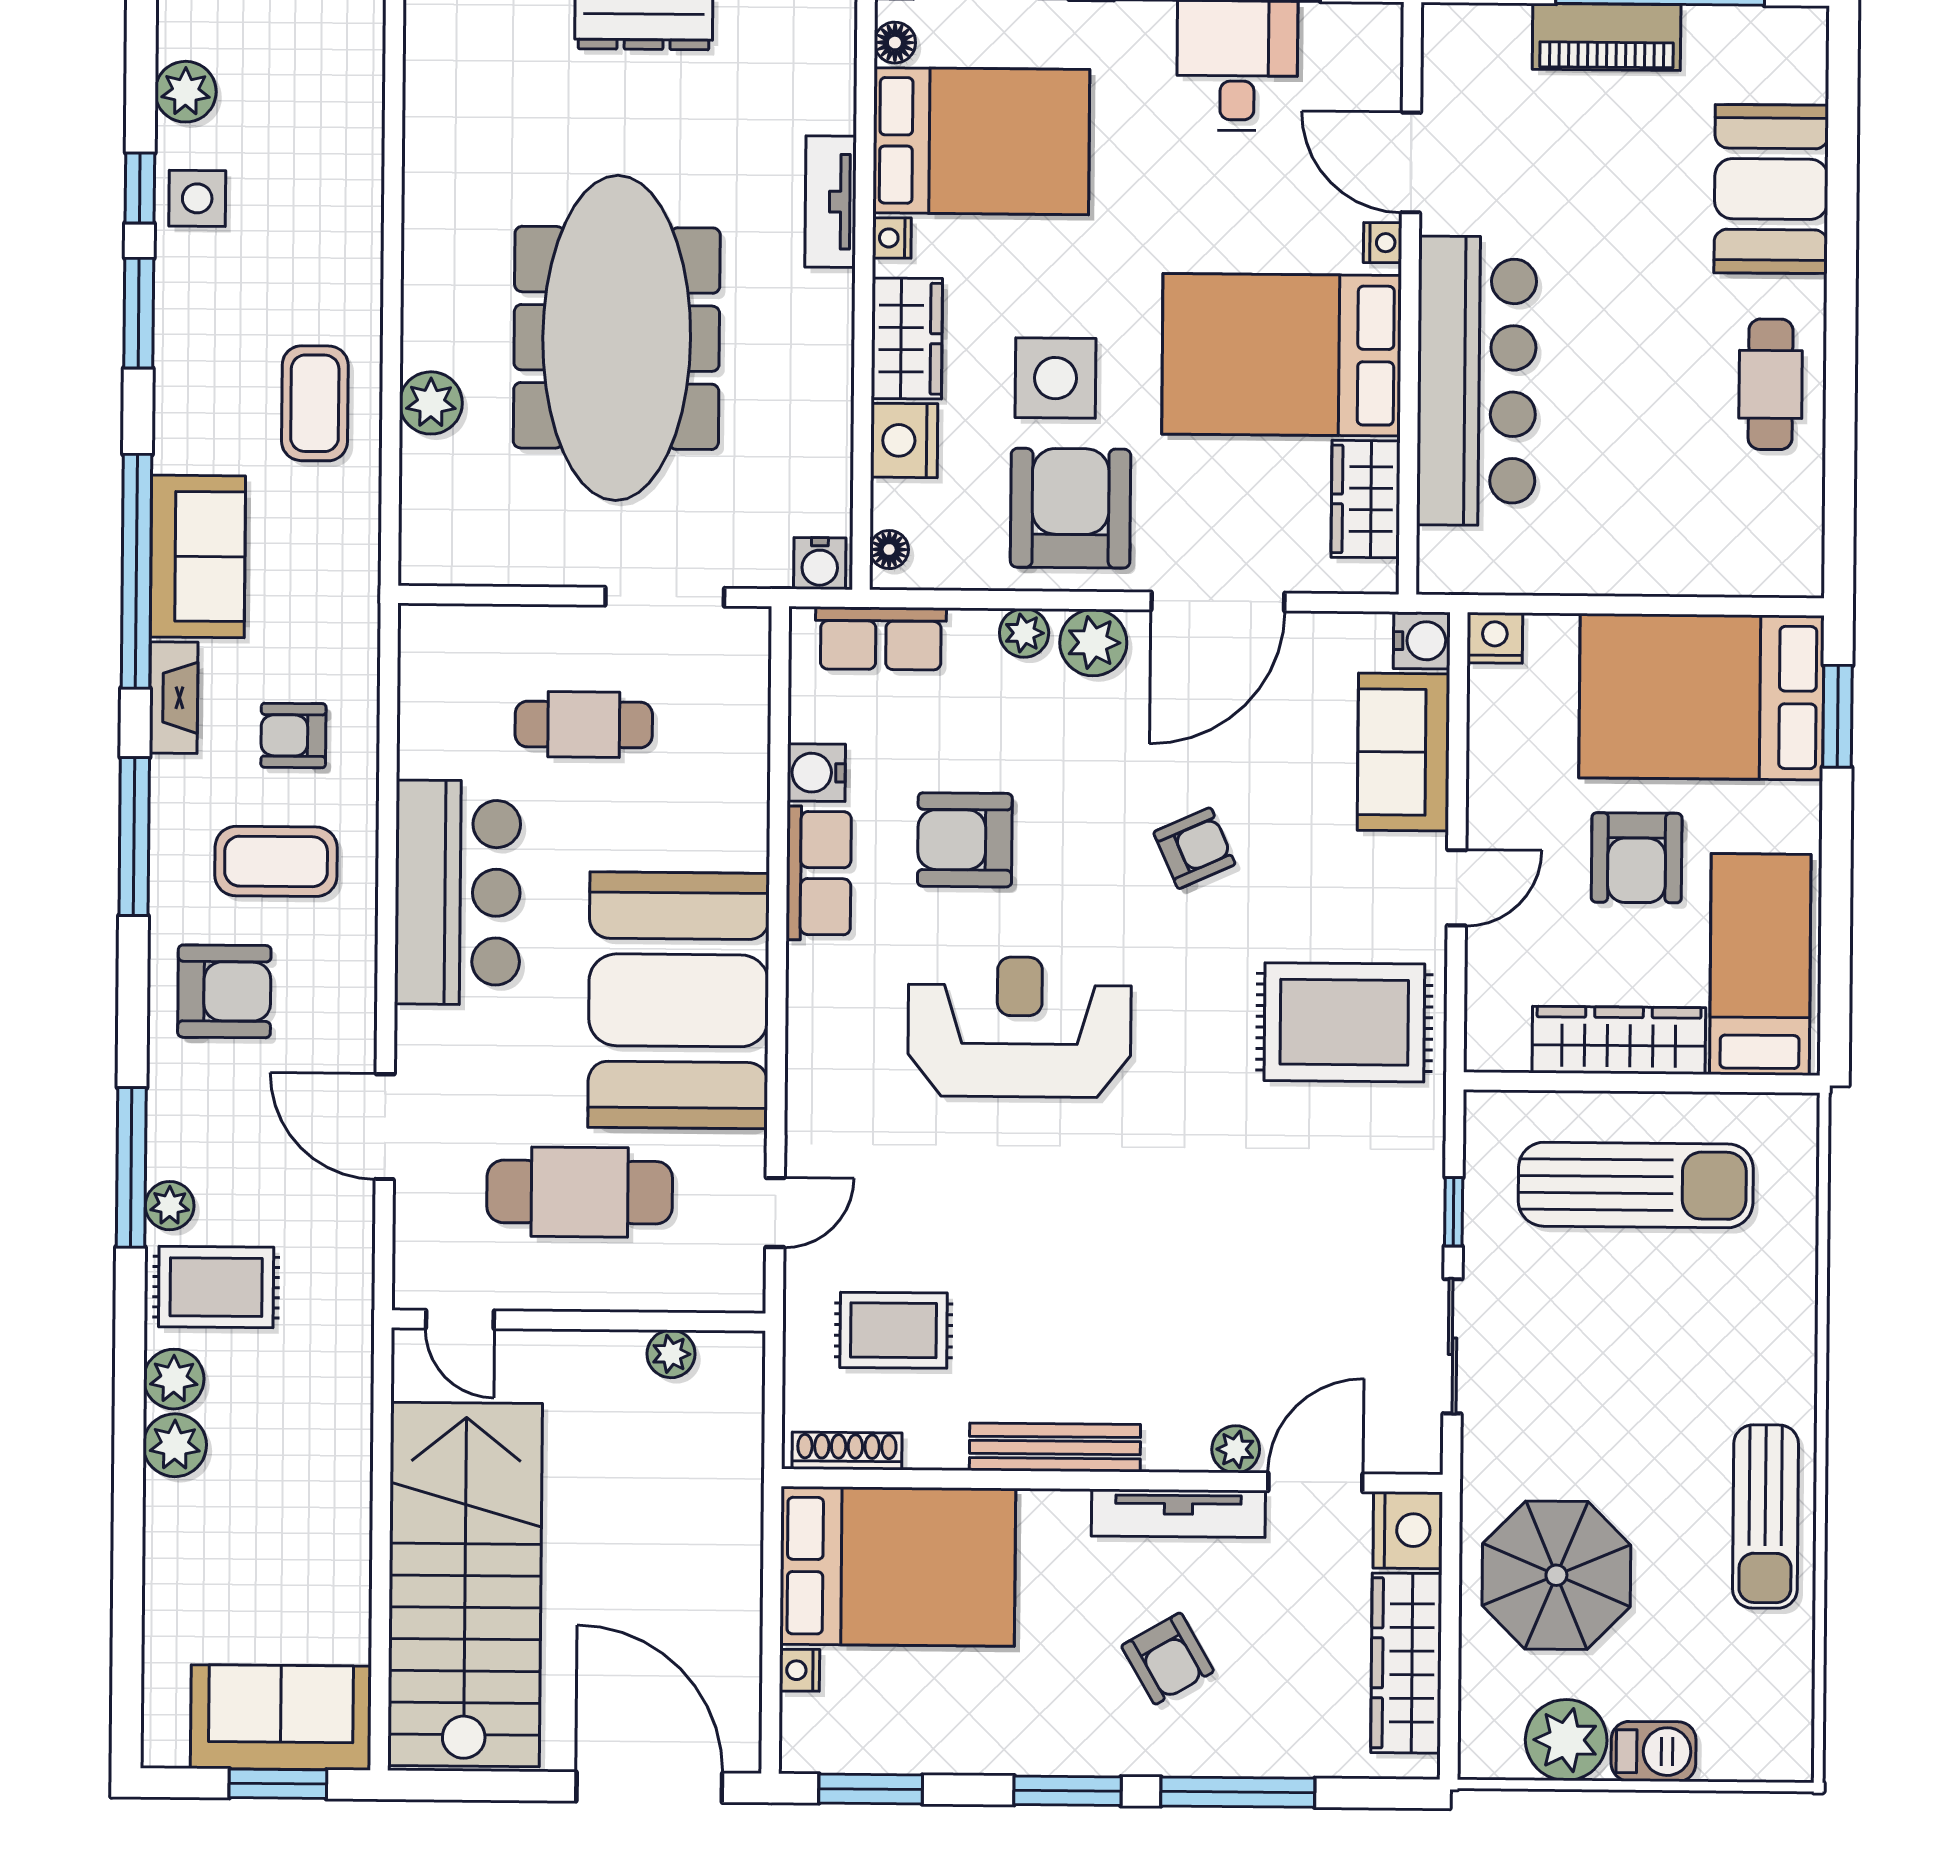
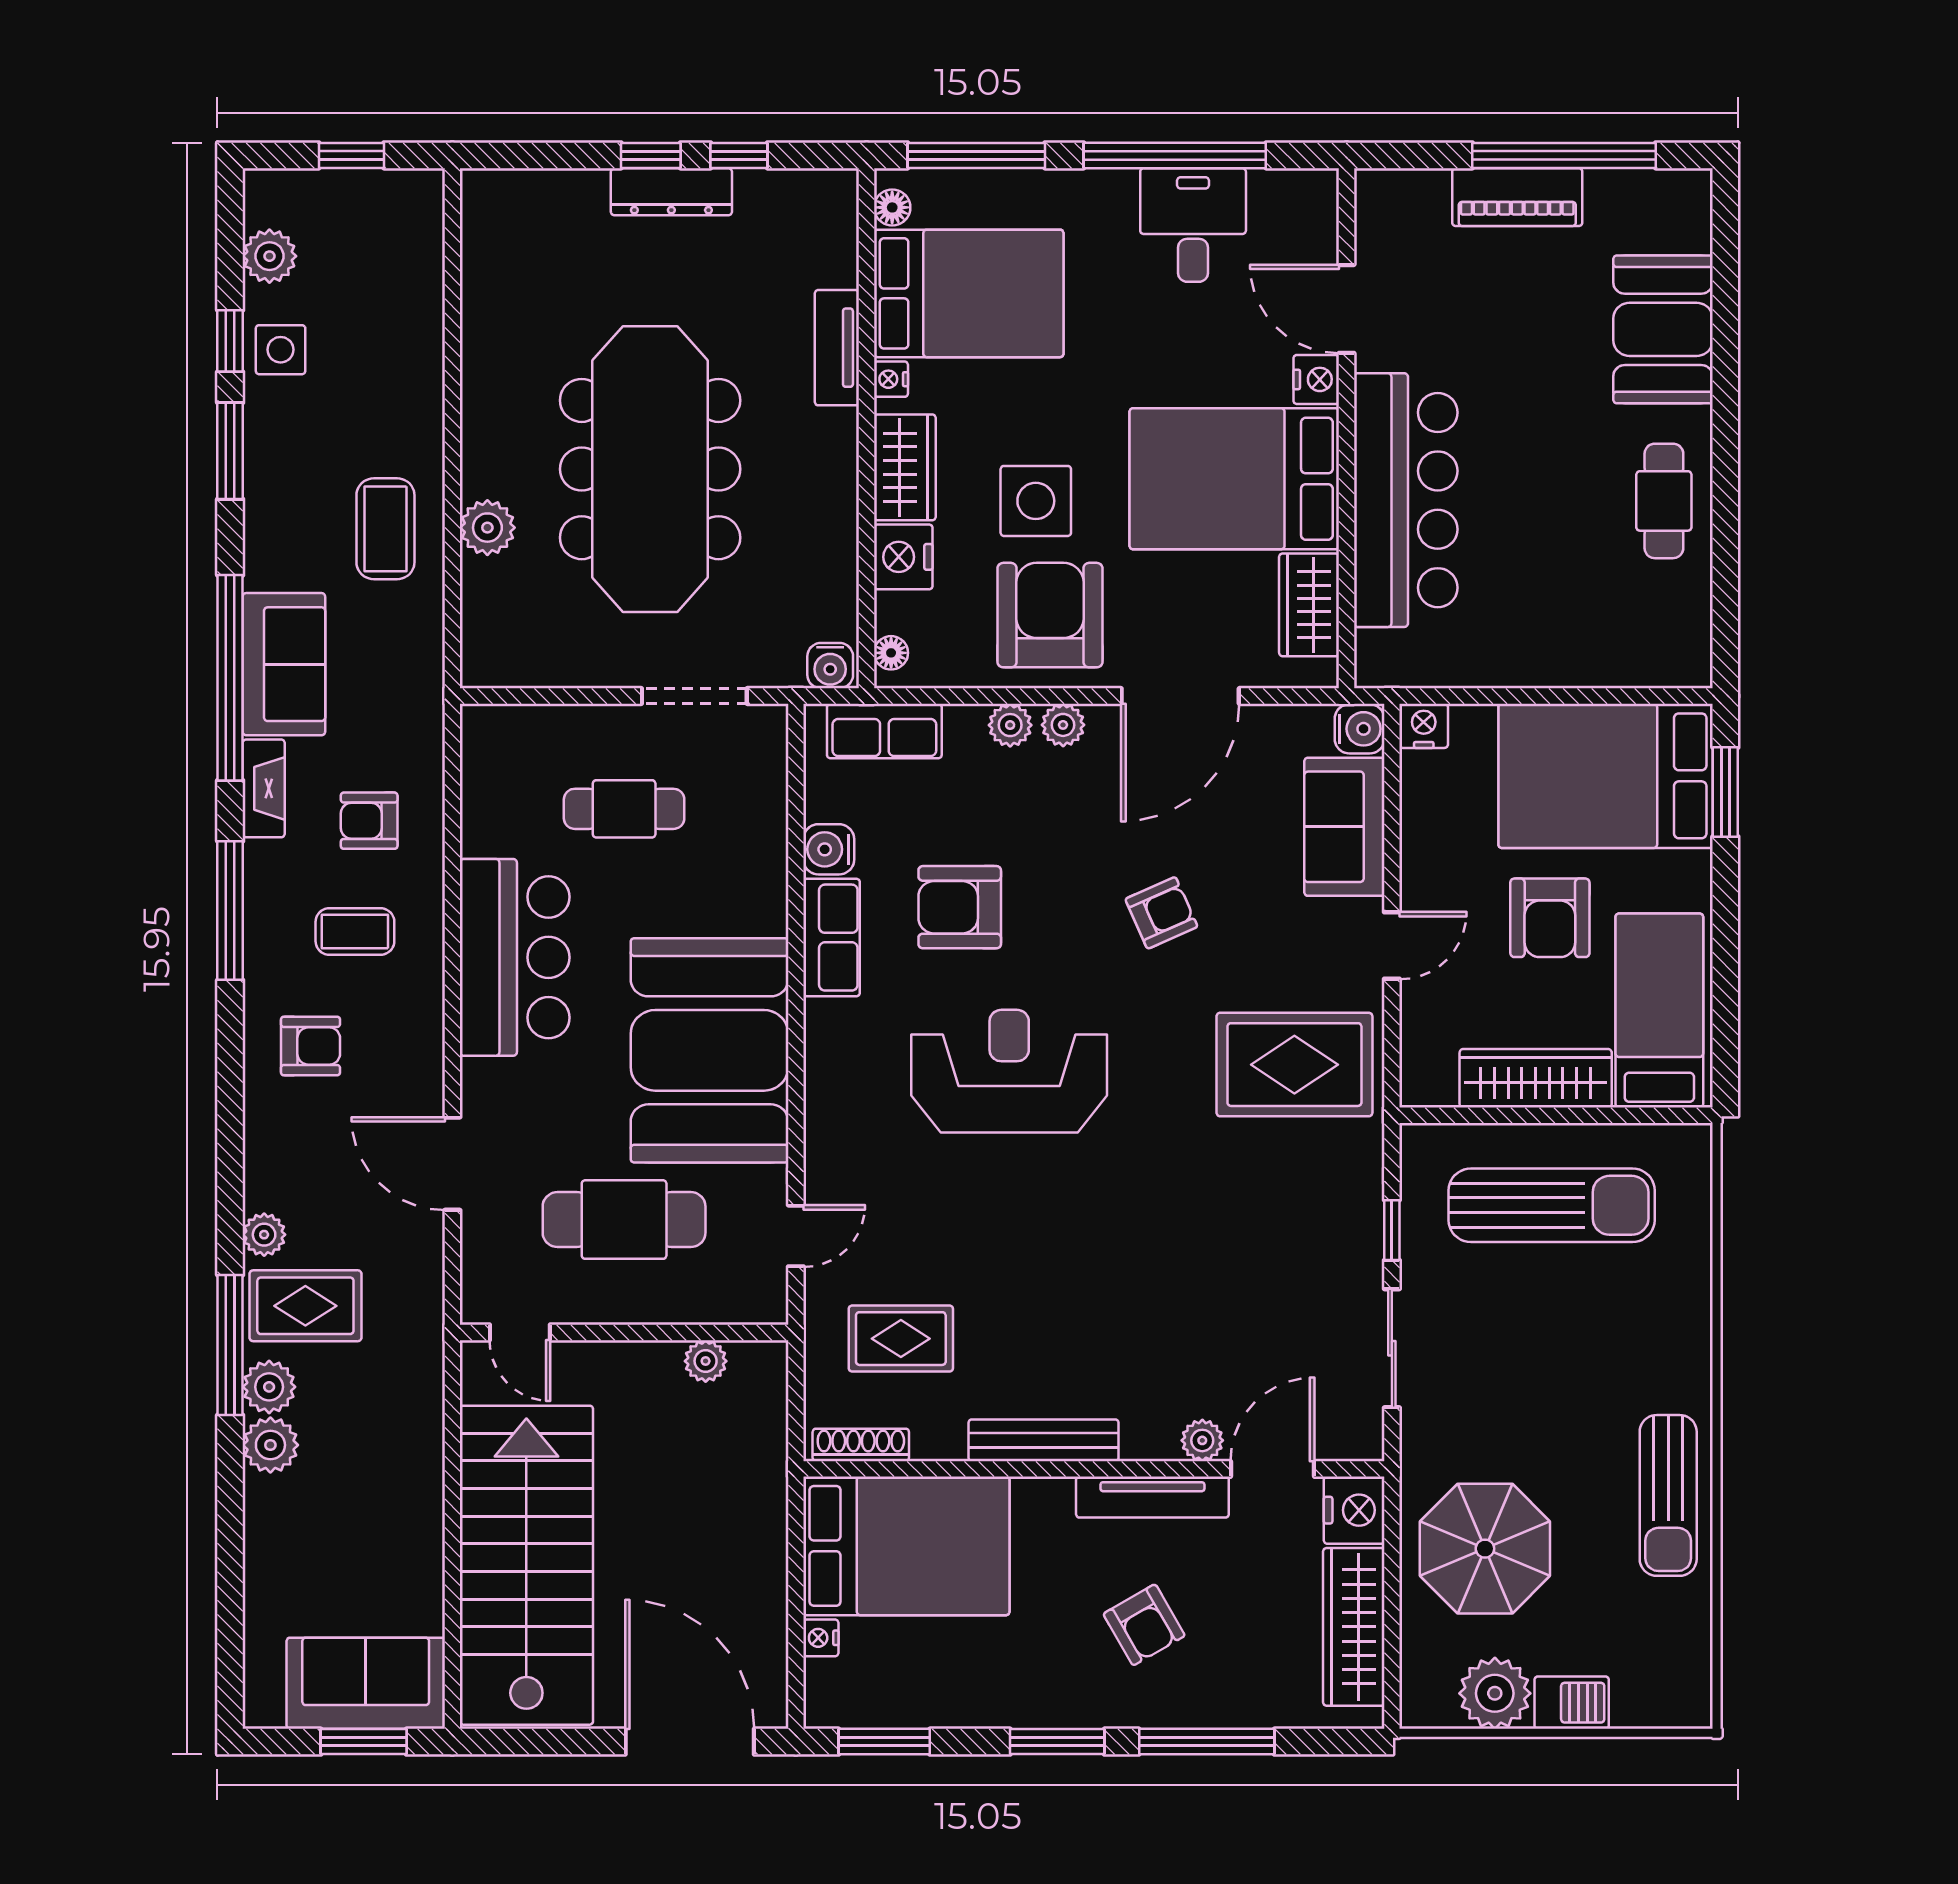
nightstand: (1383, 243) -> (1316, 379), width x1.39, depth x1.35
plant: (1093, 643) -> (1063, 725), width x0.73, depth x0.73
coffee table: (276, 861) -> (355, 931), width x0.73, depth x0.77
armchair: (224, 991) -> (310, 1046), width x0.72, depth x0.72
window: (131, 1167) -> (230, 1345), moved

